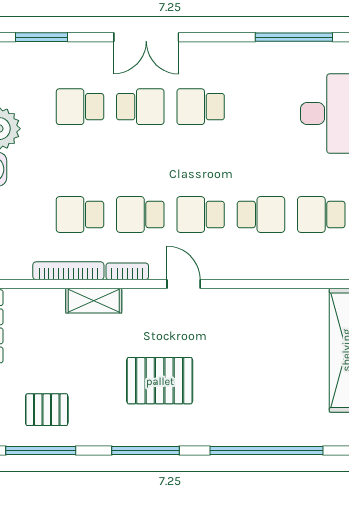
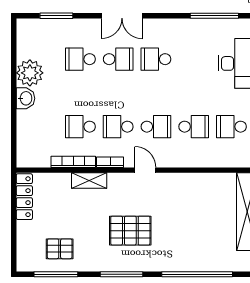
school desk: (201, 214) -> (156, 127), turned 180

